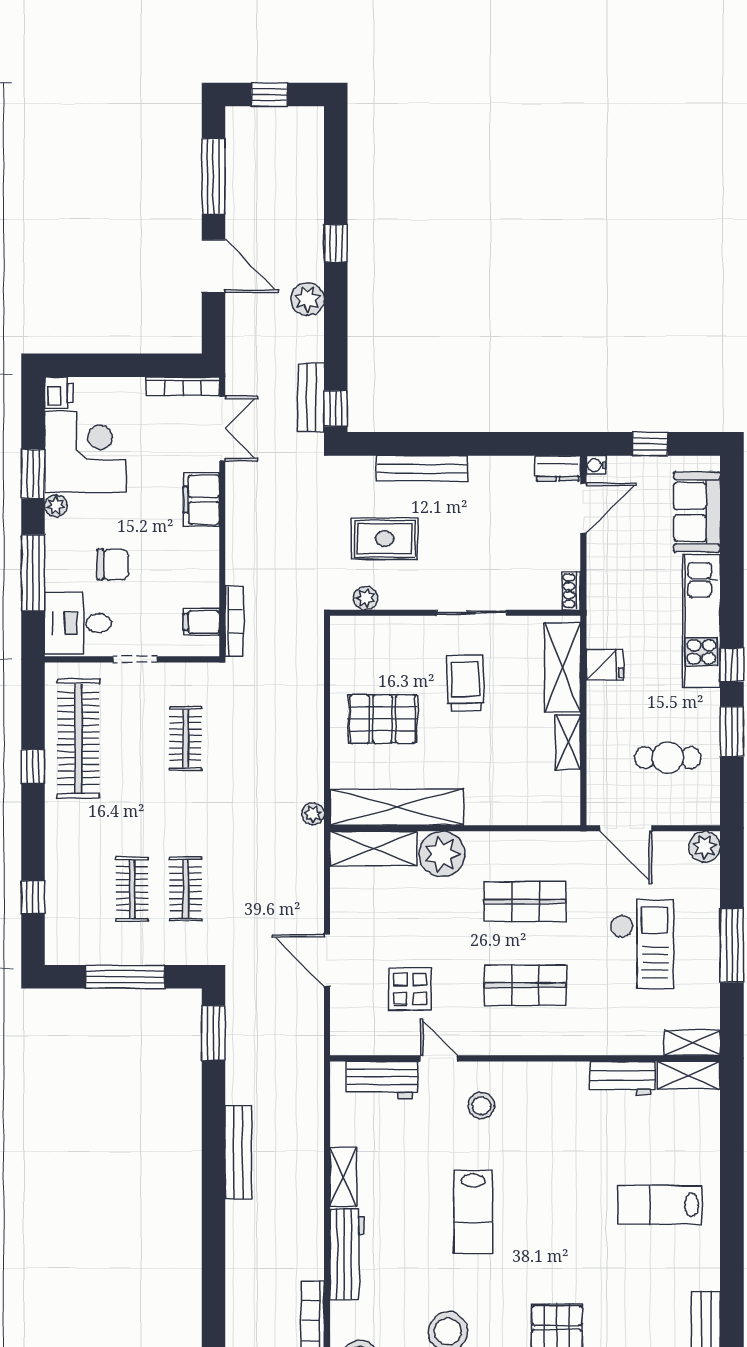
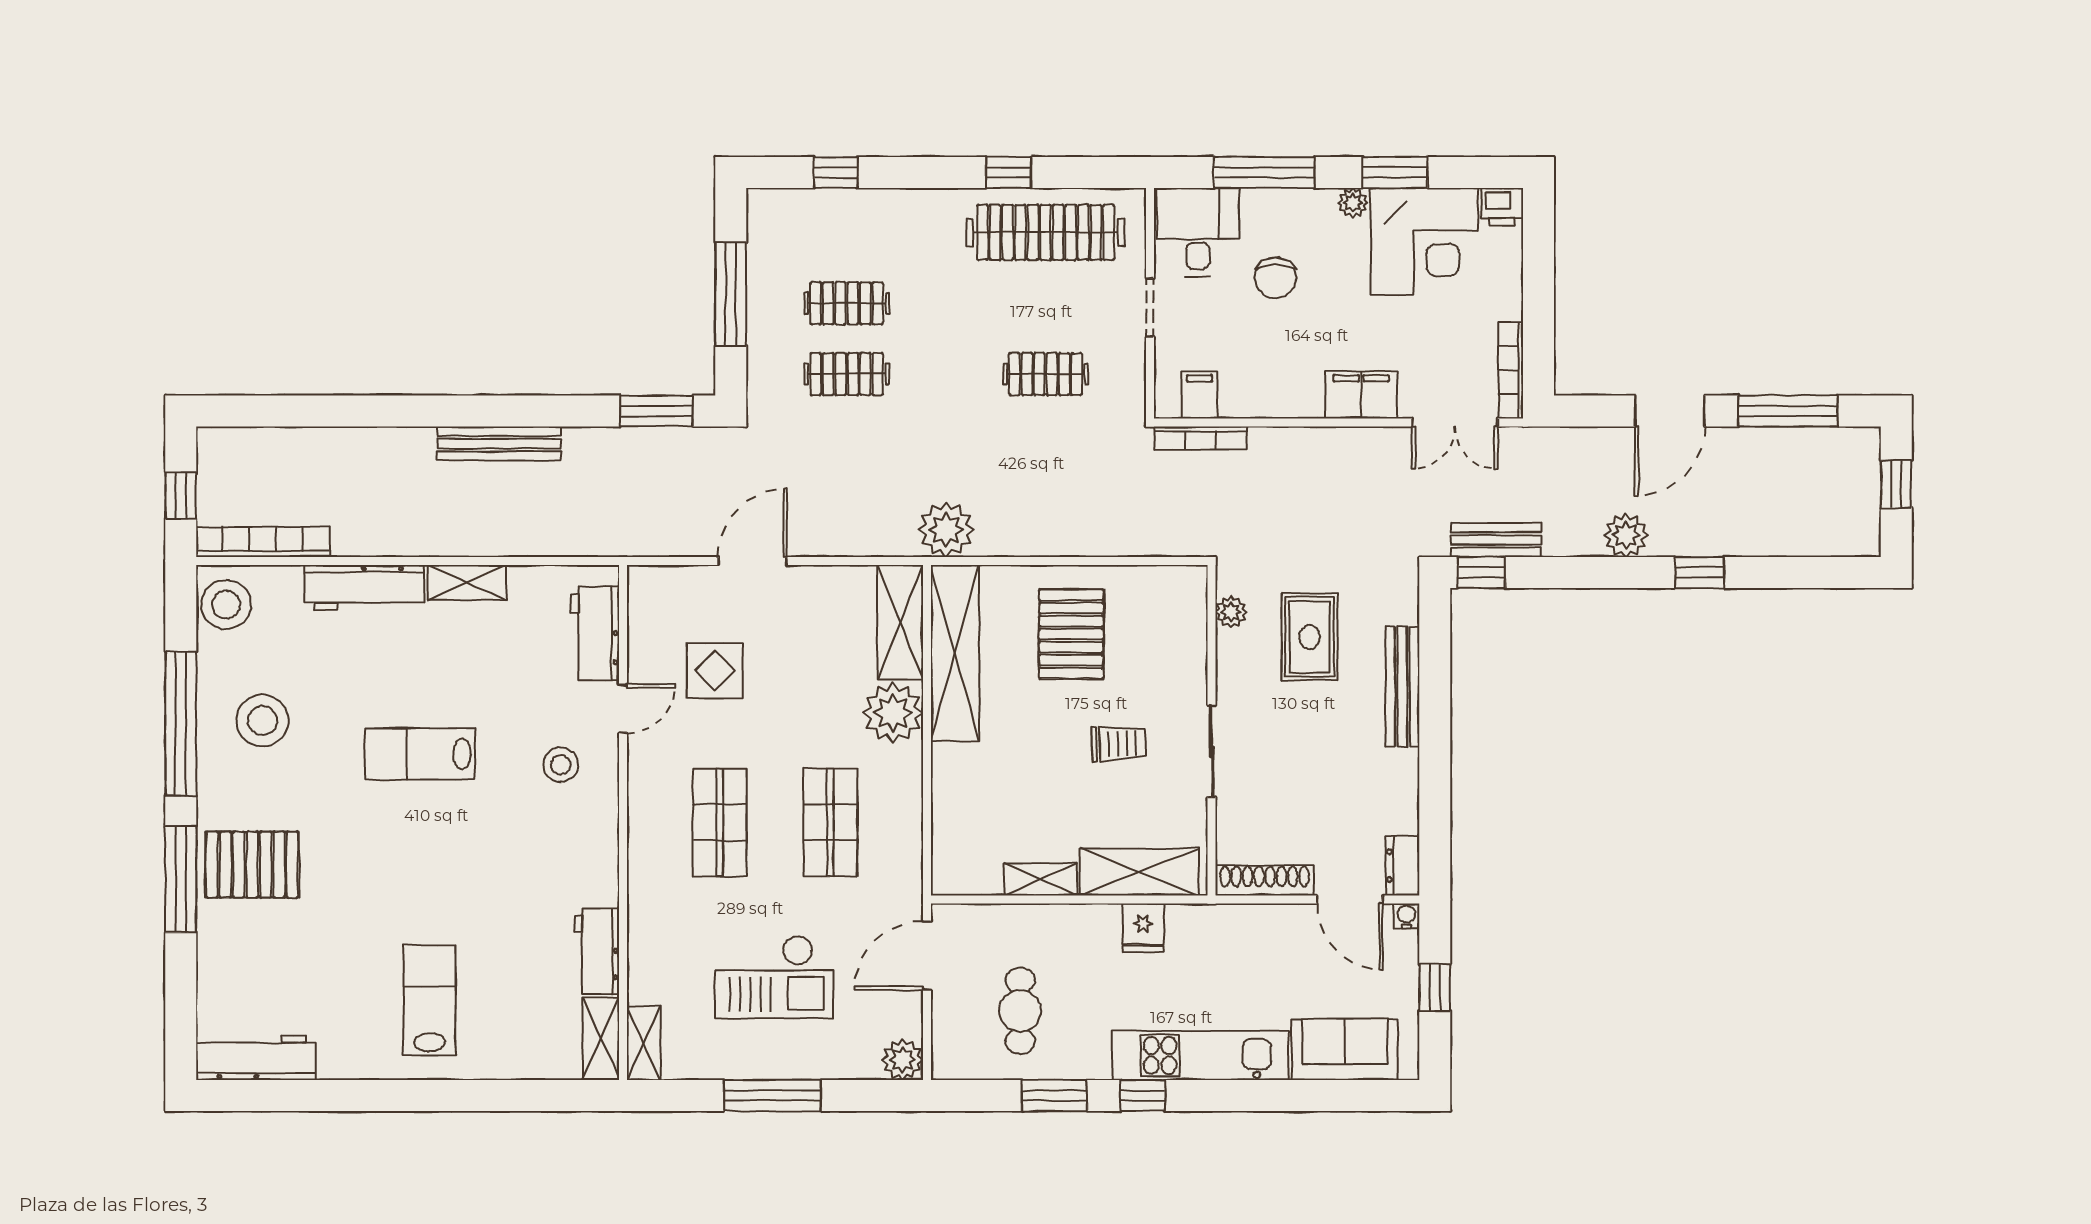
shoe rack: (571, 591) -> (1265, 880), width x1.94, depth x1.24
trolley: (465, 683) -> (1119, 744), width x0.73, depth x0.72
plant: (313, 814) -> (946, 530), width x1.88, depth x1.88

